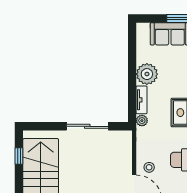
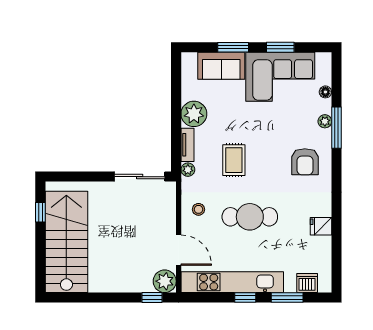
sliding door: (87, 126) -> (140, 177), moved
stool: (149, 167) -> (198, 209), moved

